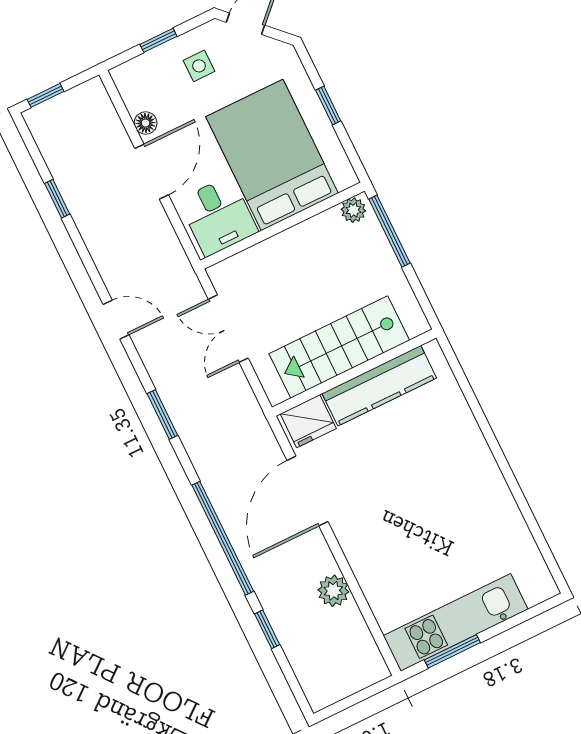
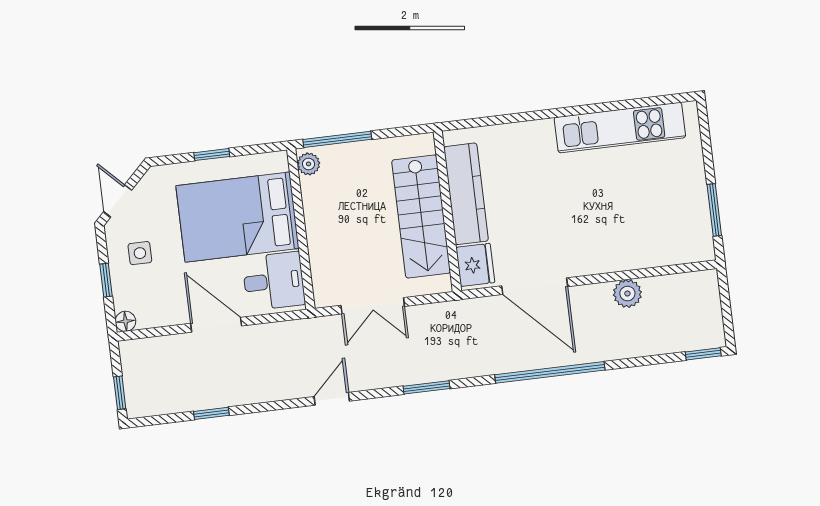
floor lamp: (146, 123) -> (125, 321), moved
kitchen unit: (456, 622) -> (620, 128), moved, turned -90
window: (267, 629) -> (703, 354), moved

